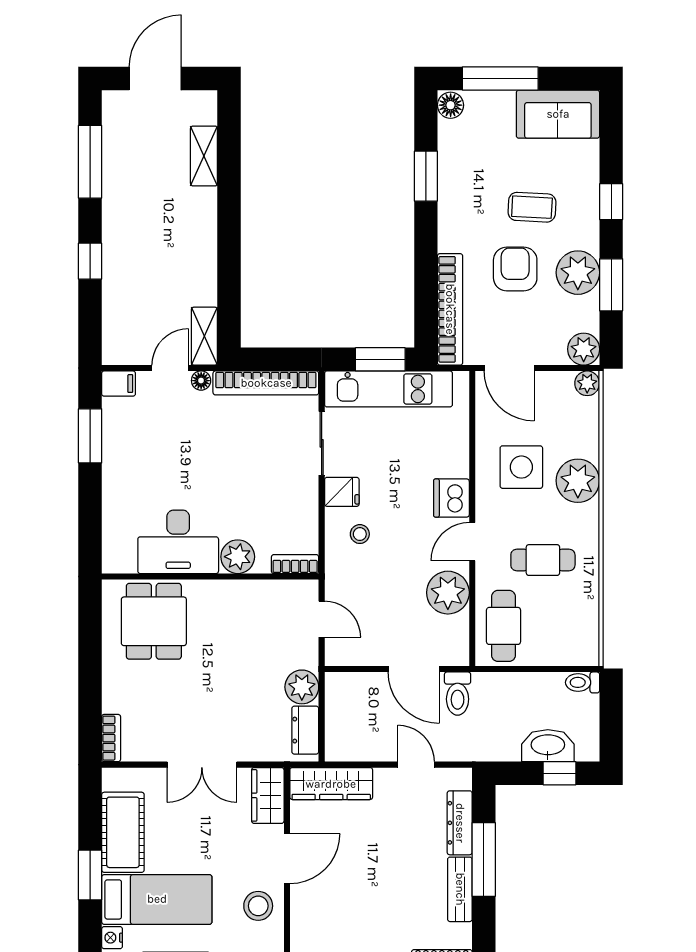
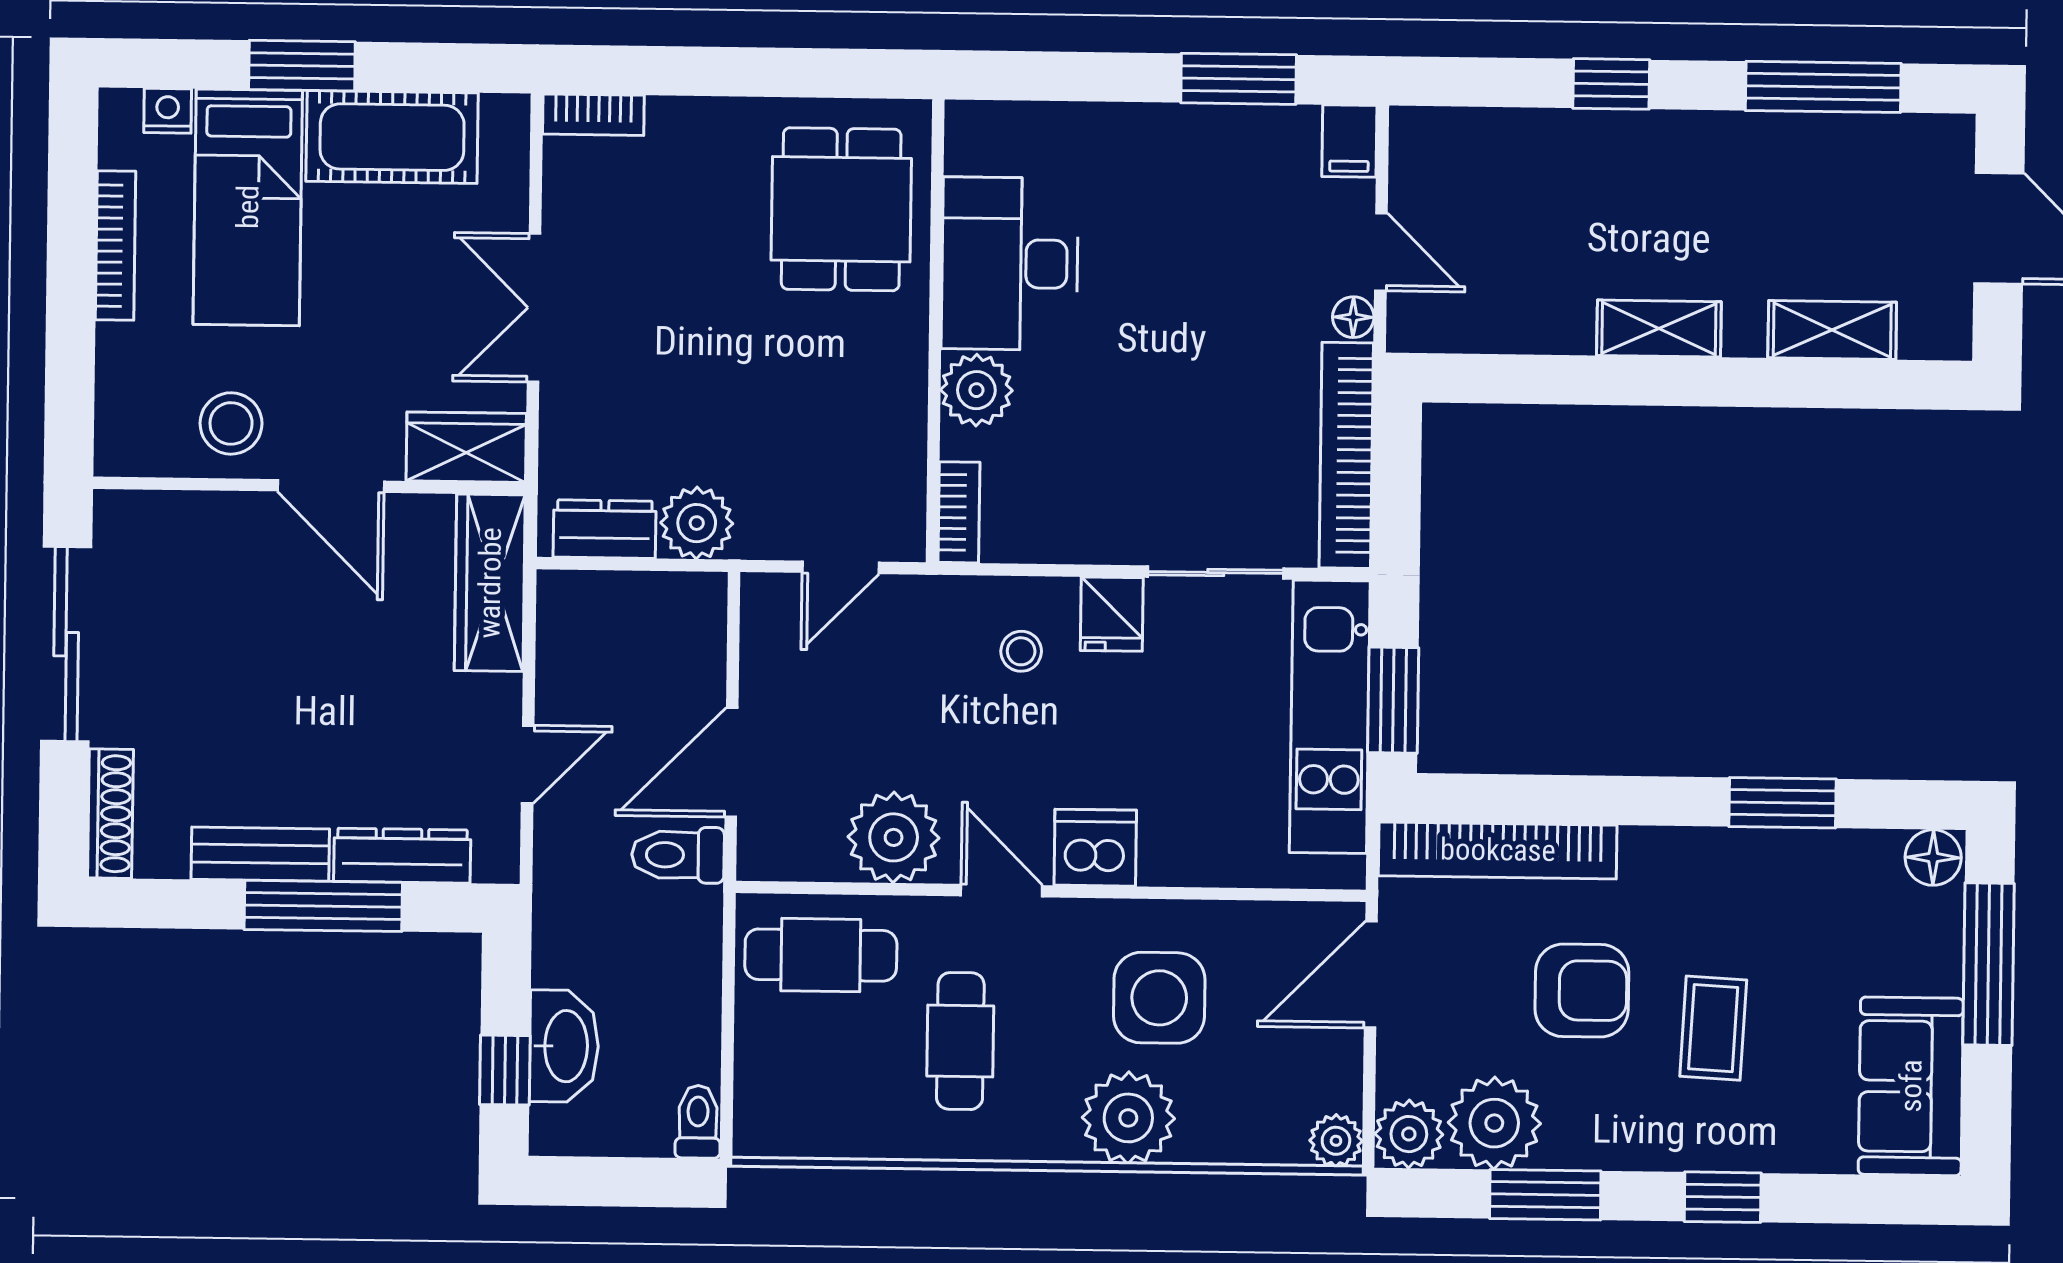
plant: (578, 273) -> (1494, 1123), moved
shelving: (204, 336) -> (1659, 329), moved
dining table: (154, 621) -> (841, 209), turned 90

